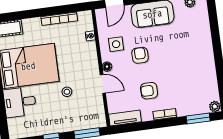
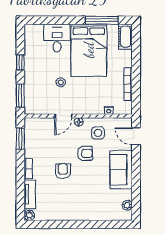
armchair: (149, 91) -> (63, 171), moved
tv unit: (125, 118) -> (30, 195), moved
window: (198, 119) -> (20, 139), moved

